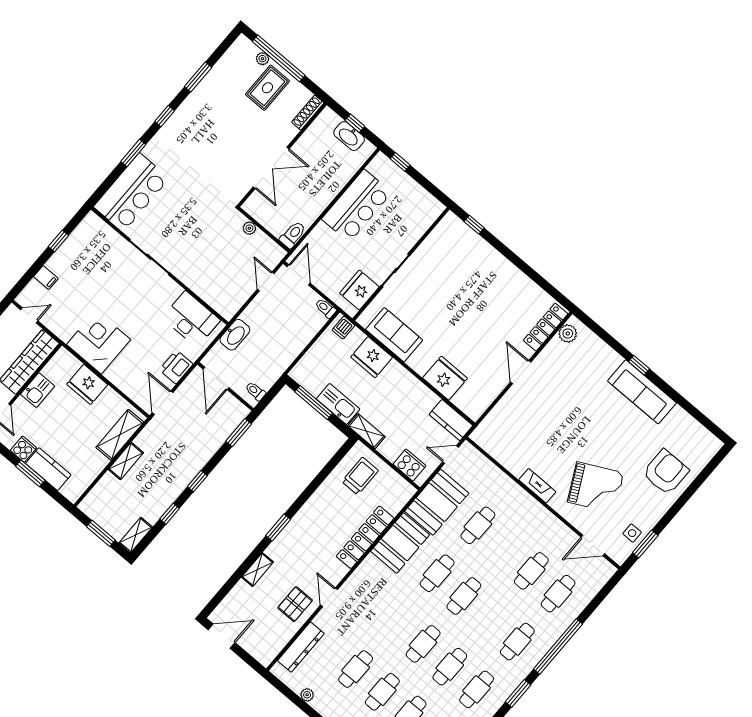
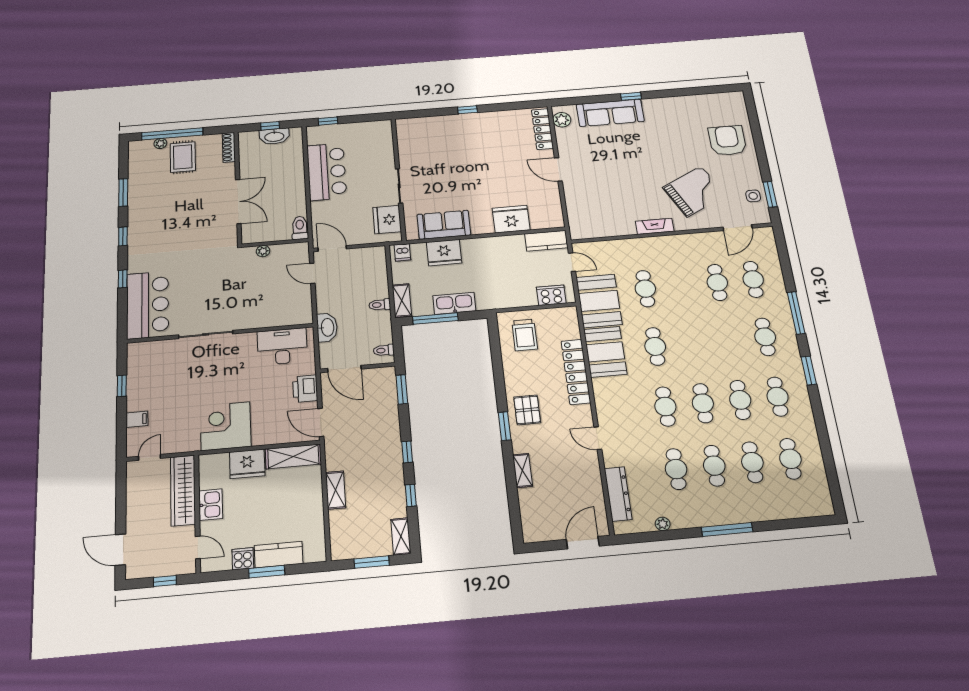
window: (133, 153) -> (123, 279), width x0.67
window: (474, 225) -> (467, 110), moved
toilet: (326, 308) -> (380, 305), moved
sofa: (642, 392) -> (610, 113), moved
shelving: (366, 431) -> (402, 300), moved, turned 90
shelving: (120, 435) -> (293, 456), moved, turned 90
door: (451, 455) -> (572, 262), swing flipped
trolley: (360, 476) -> (525, 335), turned 180
cafe table: (464, 596) -> (665, 407), moved
pallet: (295, 604) -> (527, 410), moved
door: (222, 636) -> (583, 543), moved
window: (558, 646) -> (796, 313), width x0.68

